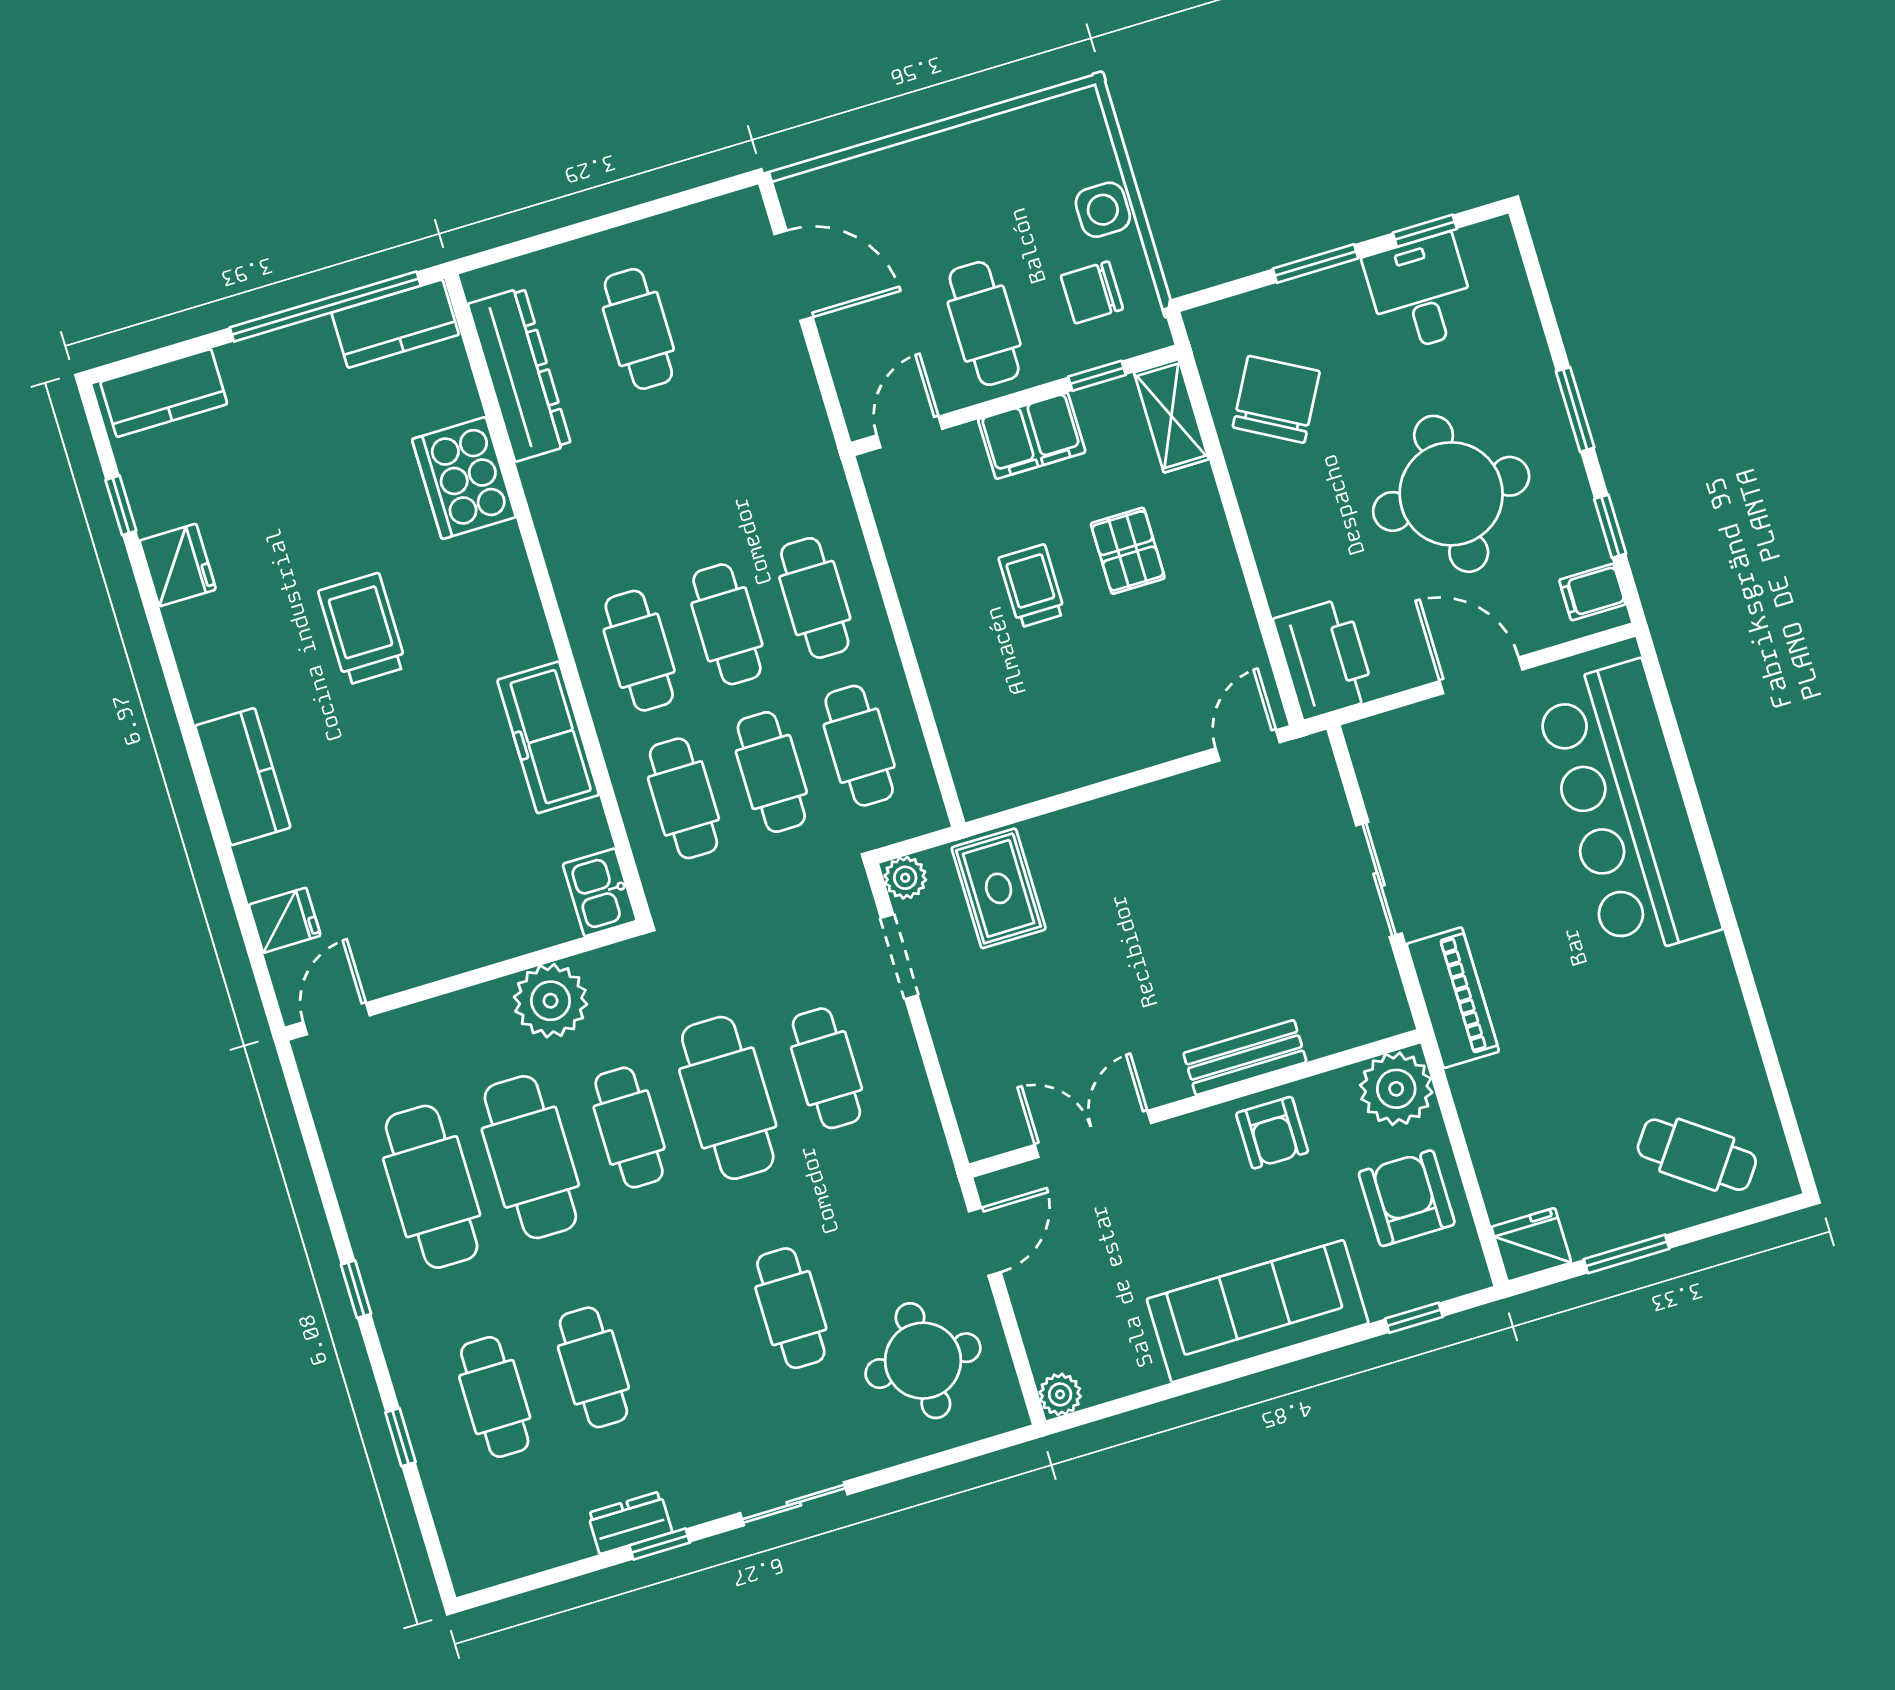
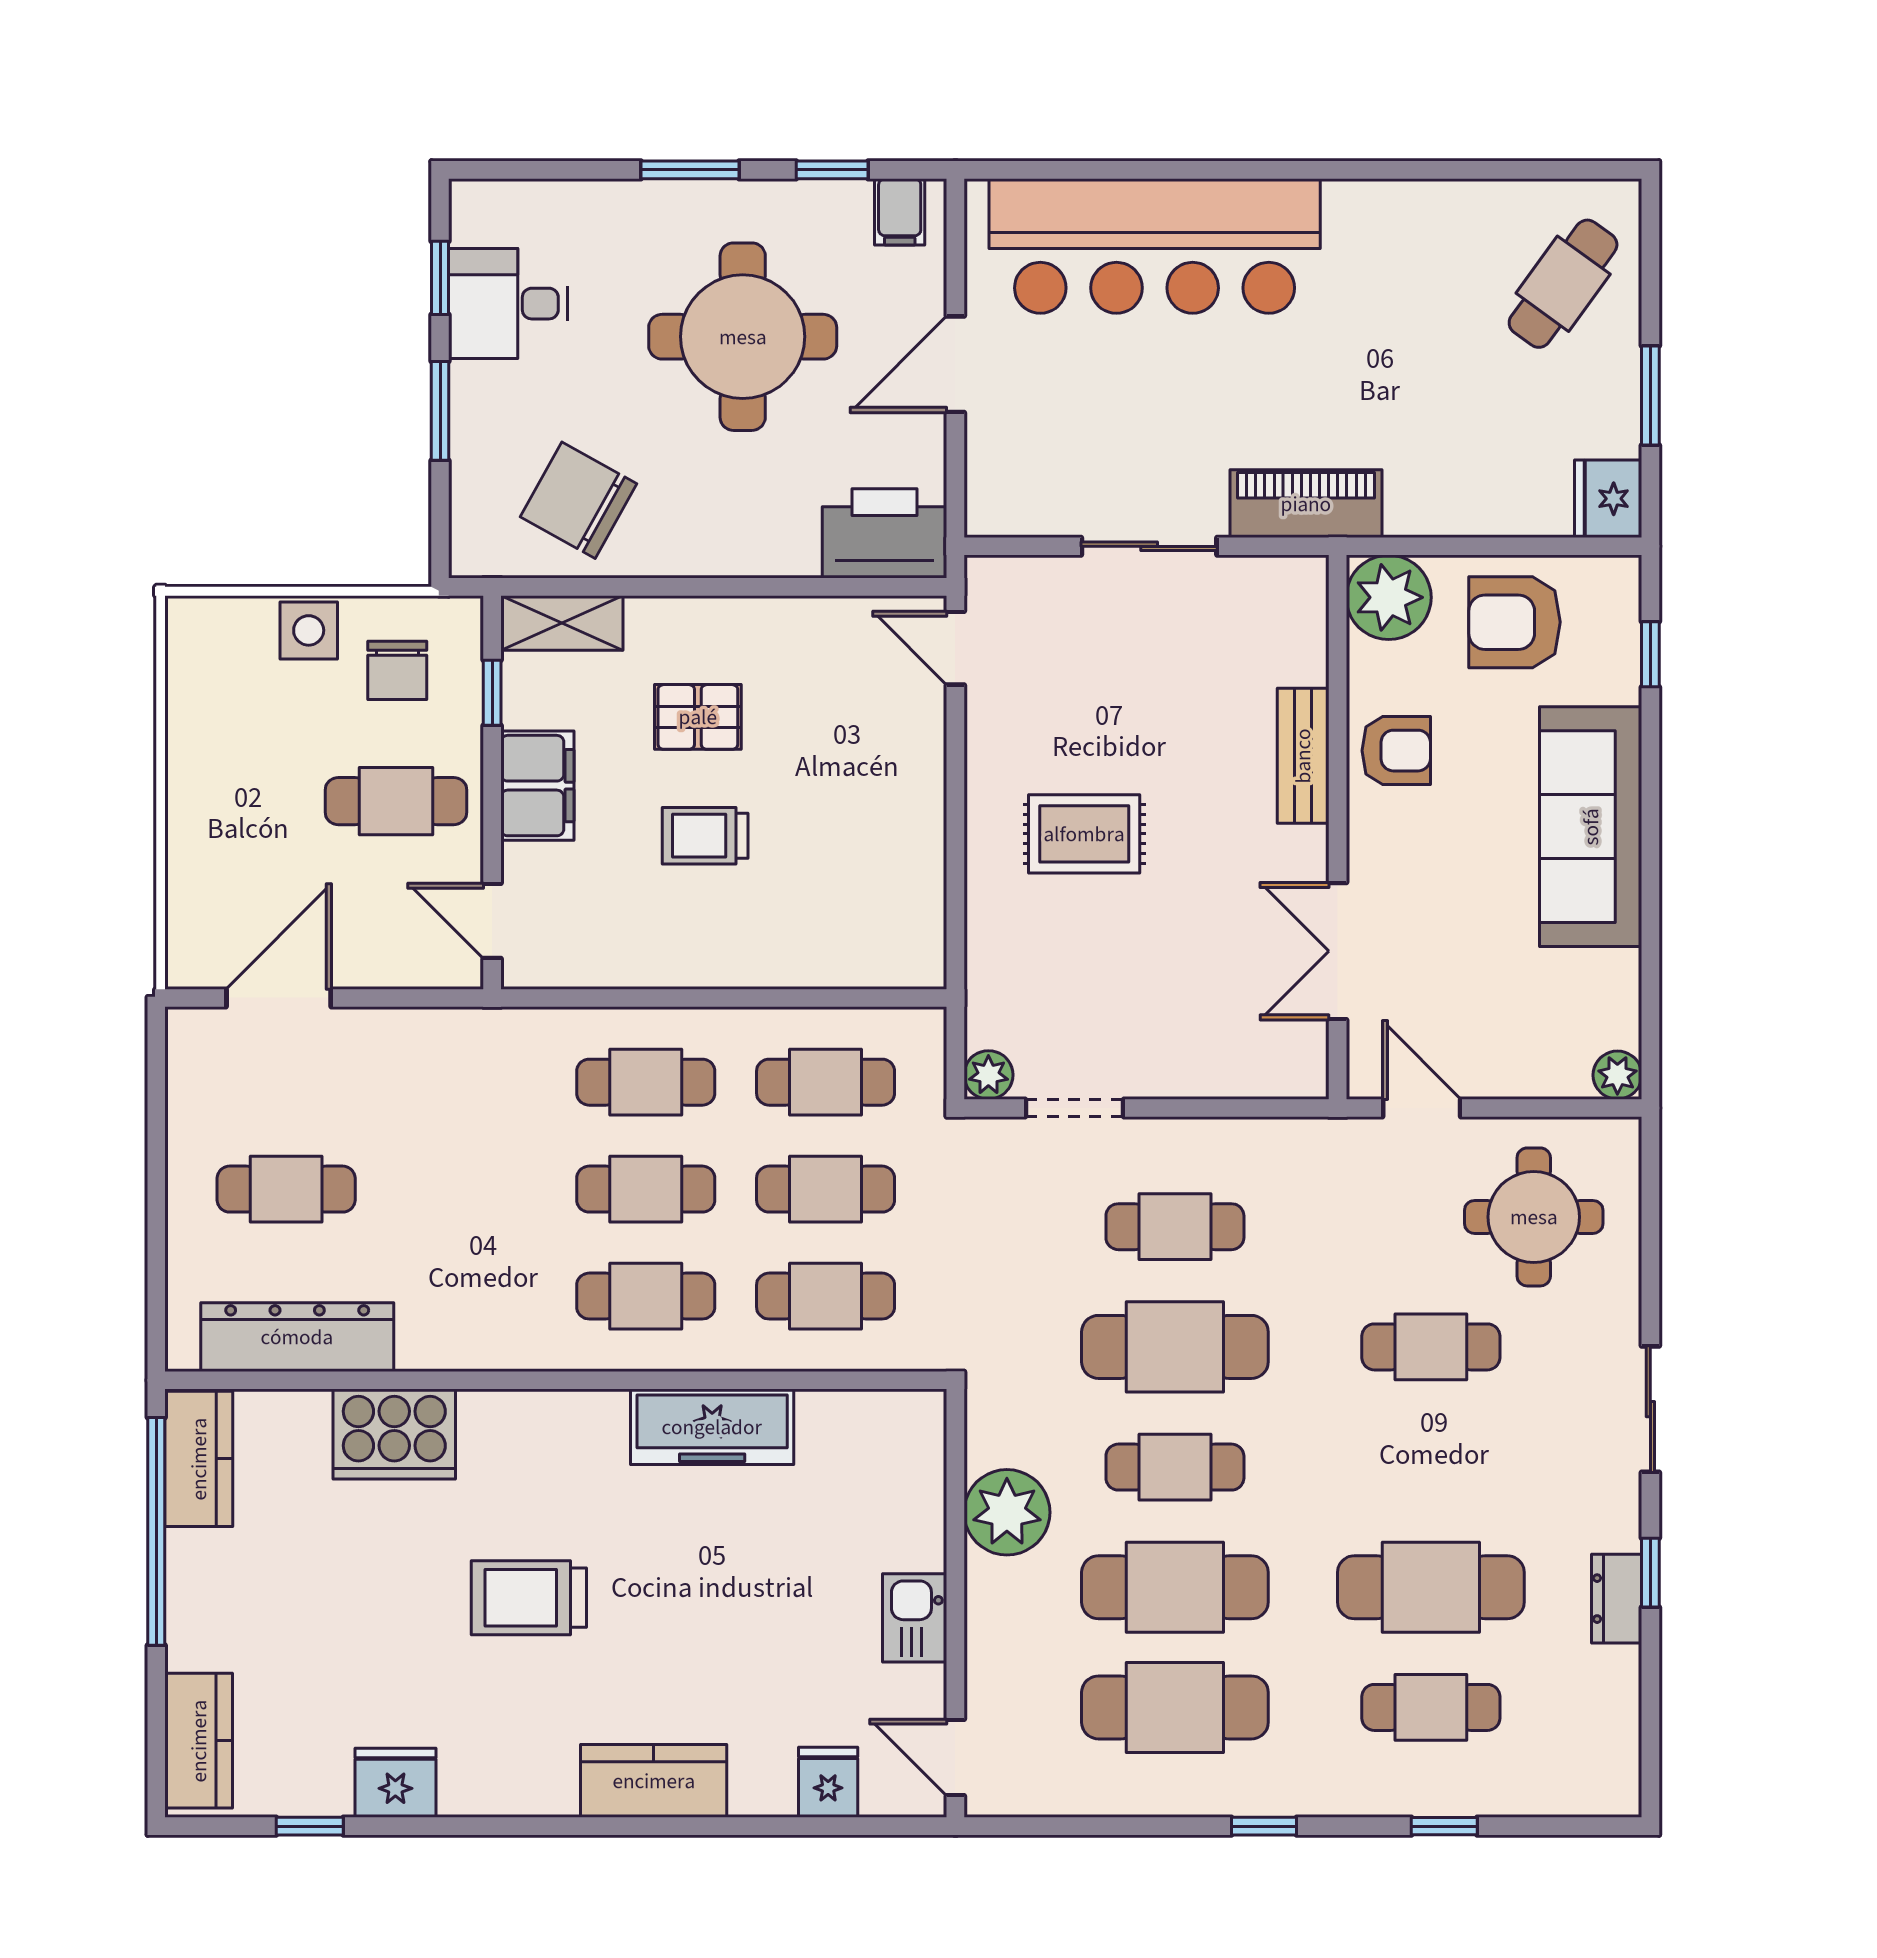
rug: (999, 888) -> (1084, 834), moved
kitchen sink: (600, 892) -> (915, 1618), moved, turned 90
cafe table: (593, 1367) -> (1431, 1587), width x1.37, depth x1.35

